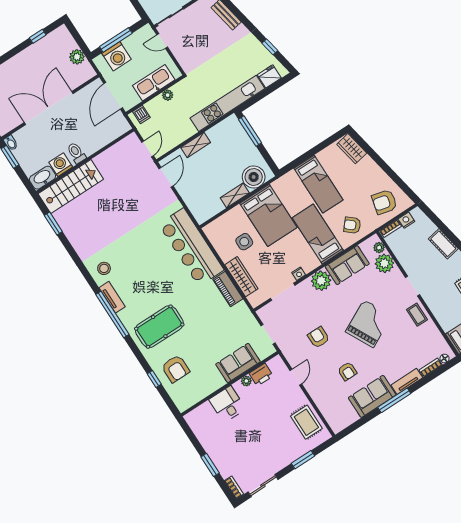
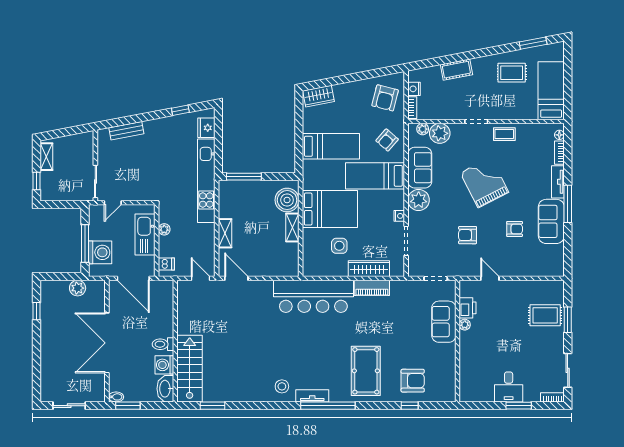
desk: (227, 404) -> (509, 387), moved, turned -90
rug: (306, 422) -> (545, 315), moved

